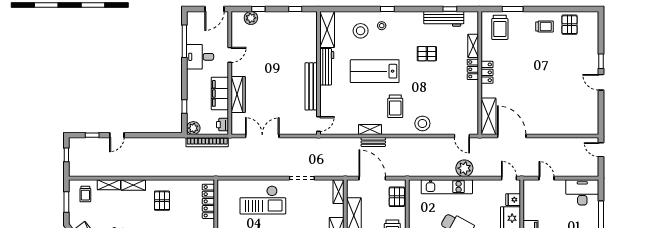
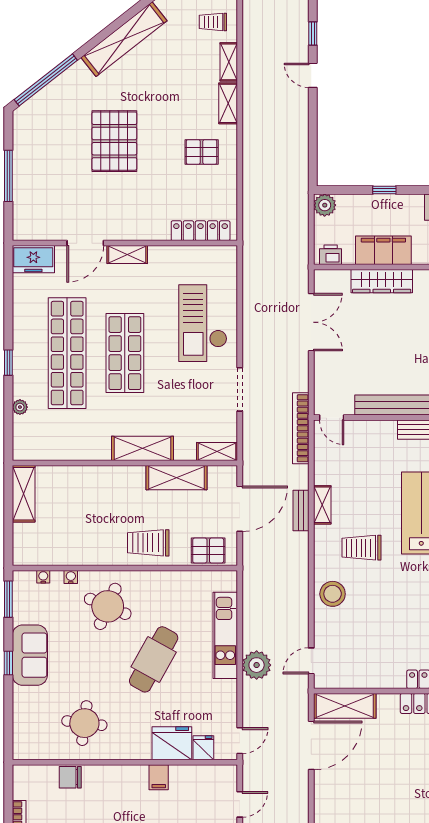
window: (184, 106) -> (384, 190), moved
bookcase: (207, 142) -> (301, 428), moved

